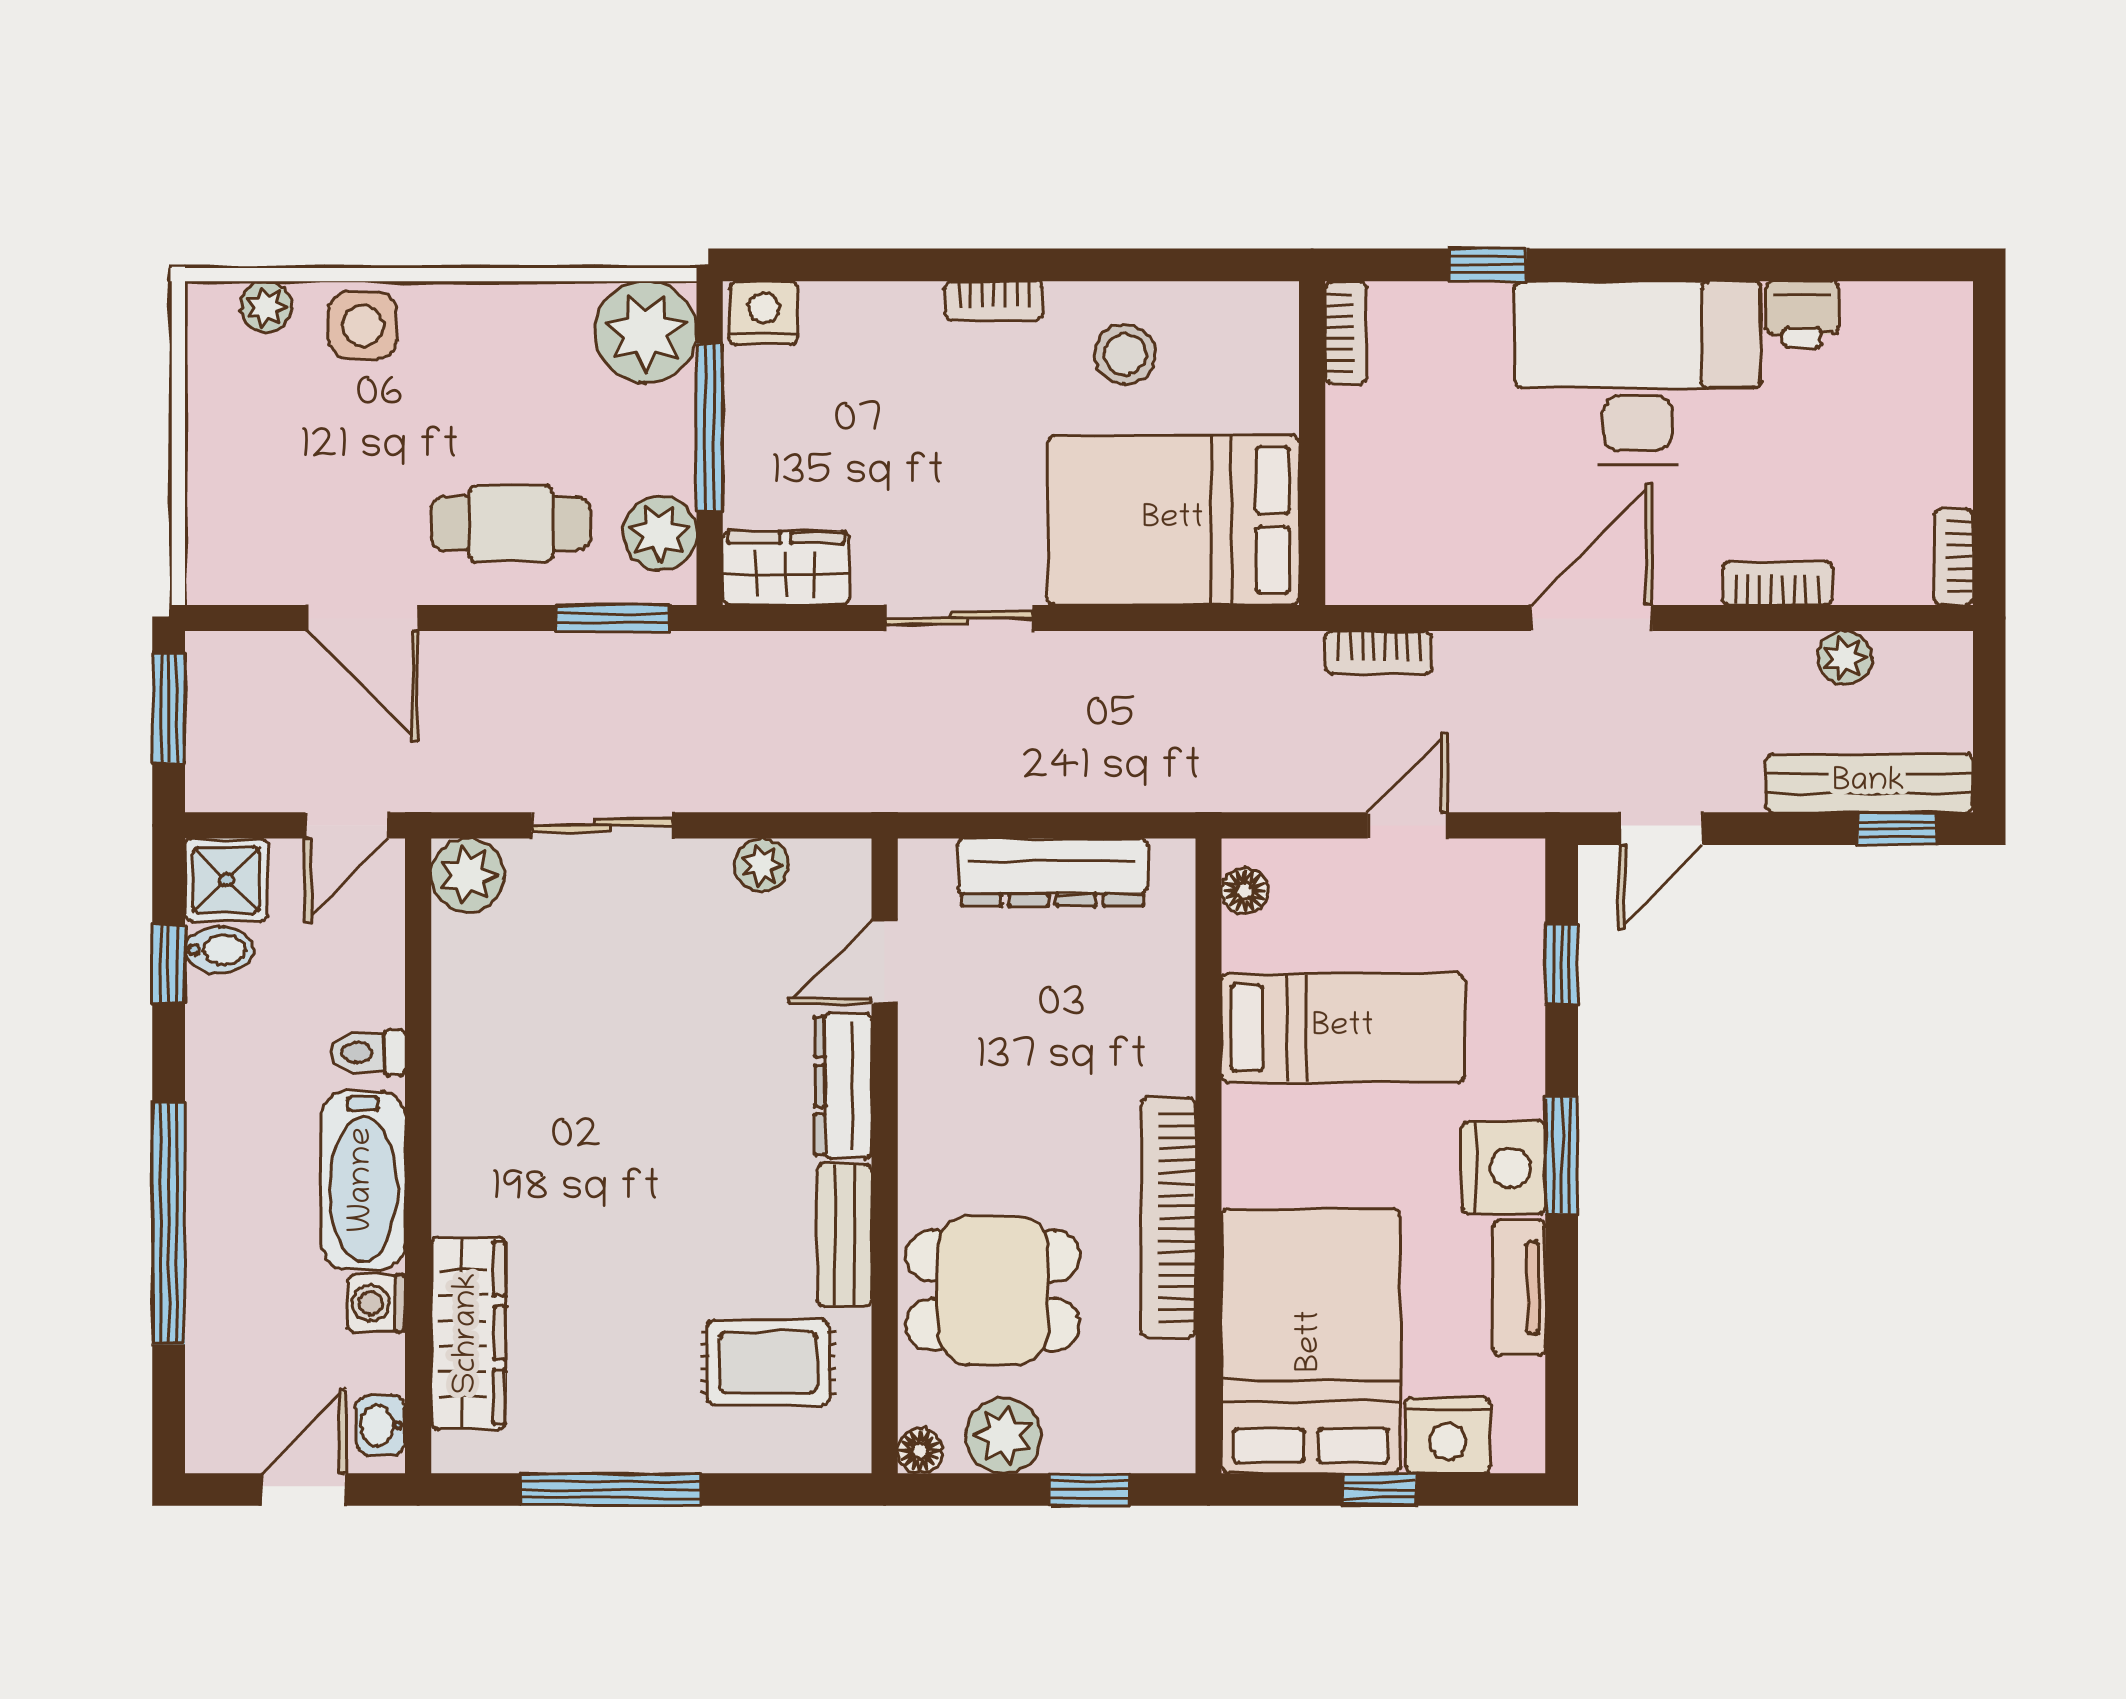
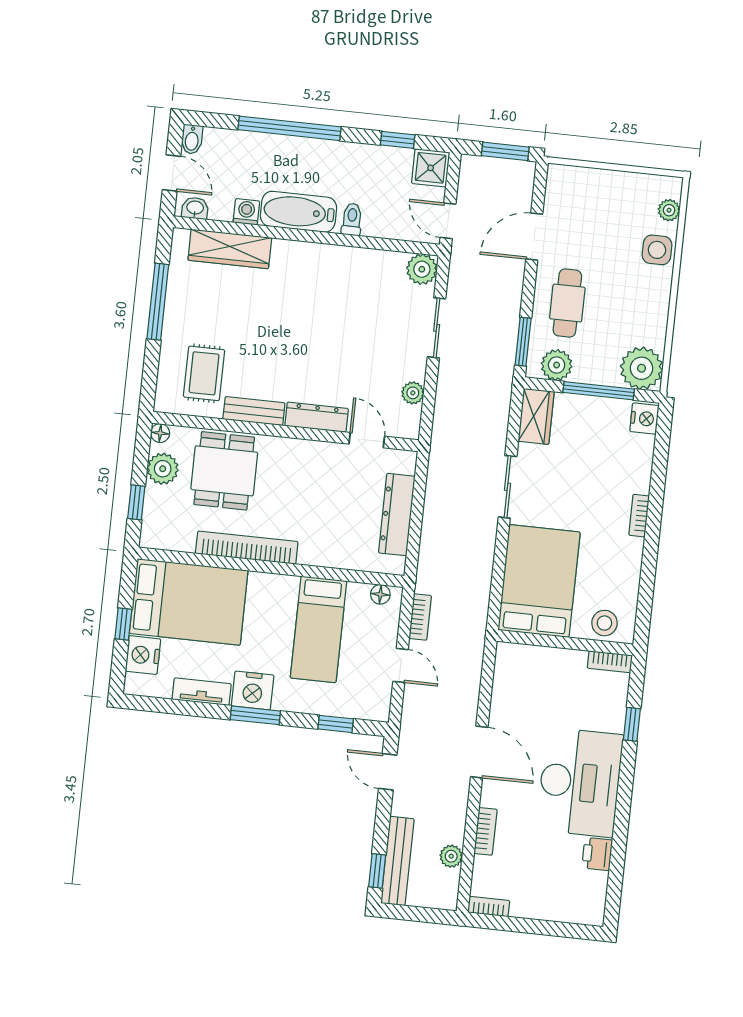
stool: (1125, 354) -> (604, 623), moved
bookcase: (1379, 652) -> (420, 617), moved, turned 180
bidet: (219, 950) -> (192, 139), moved

